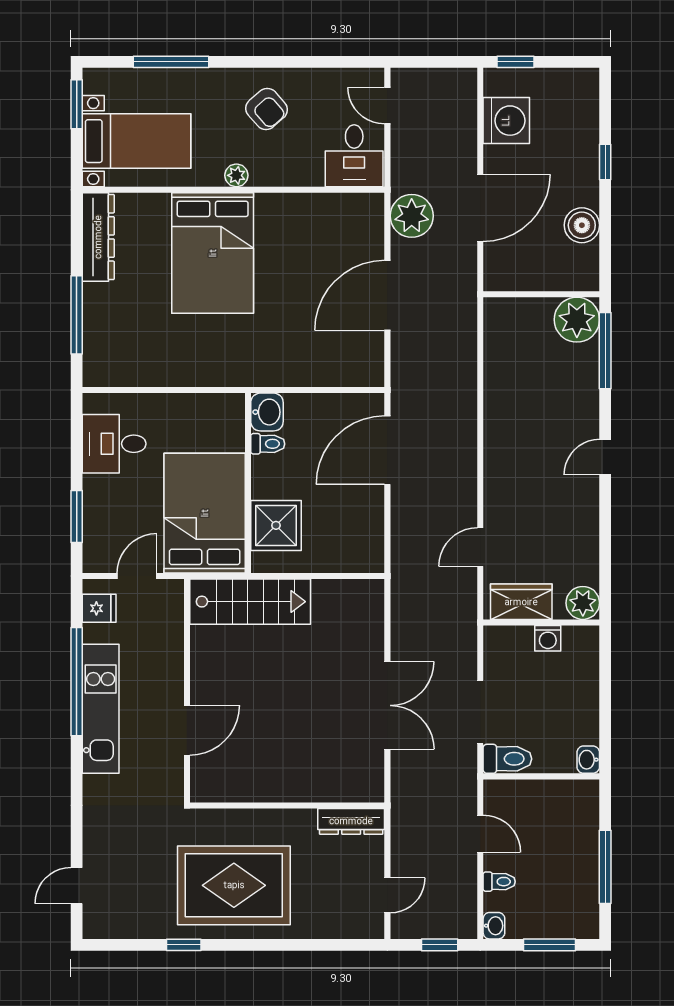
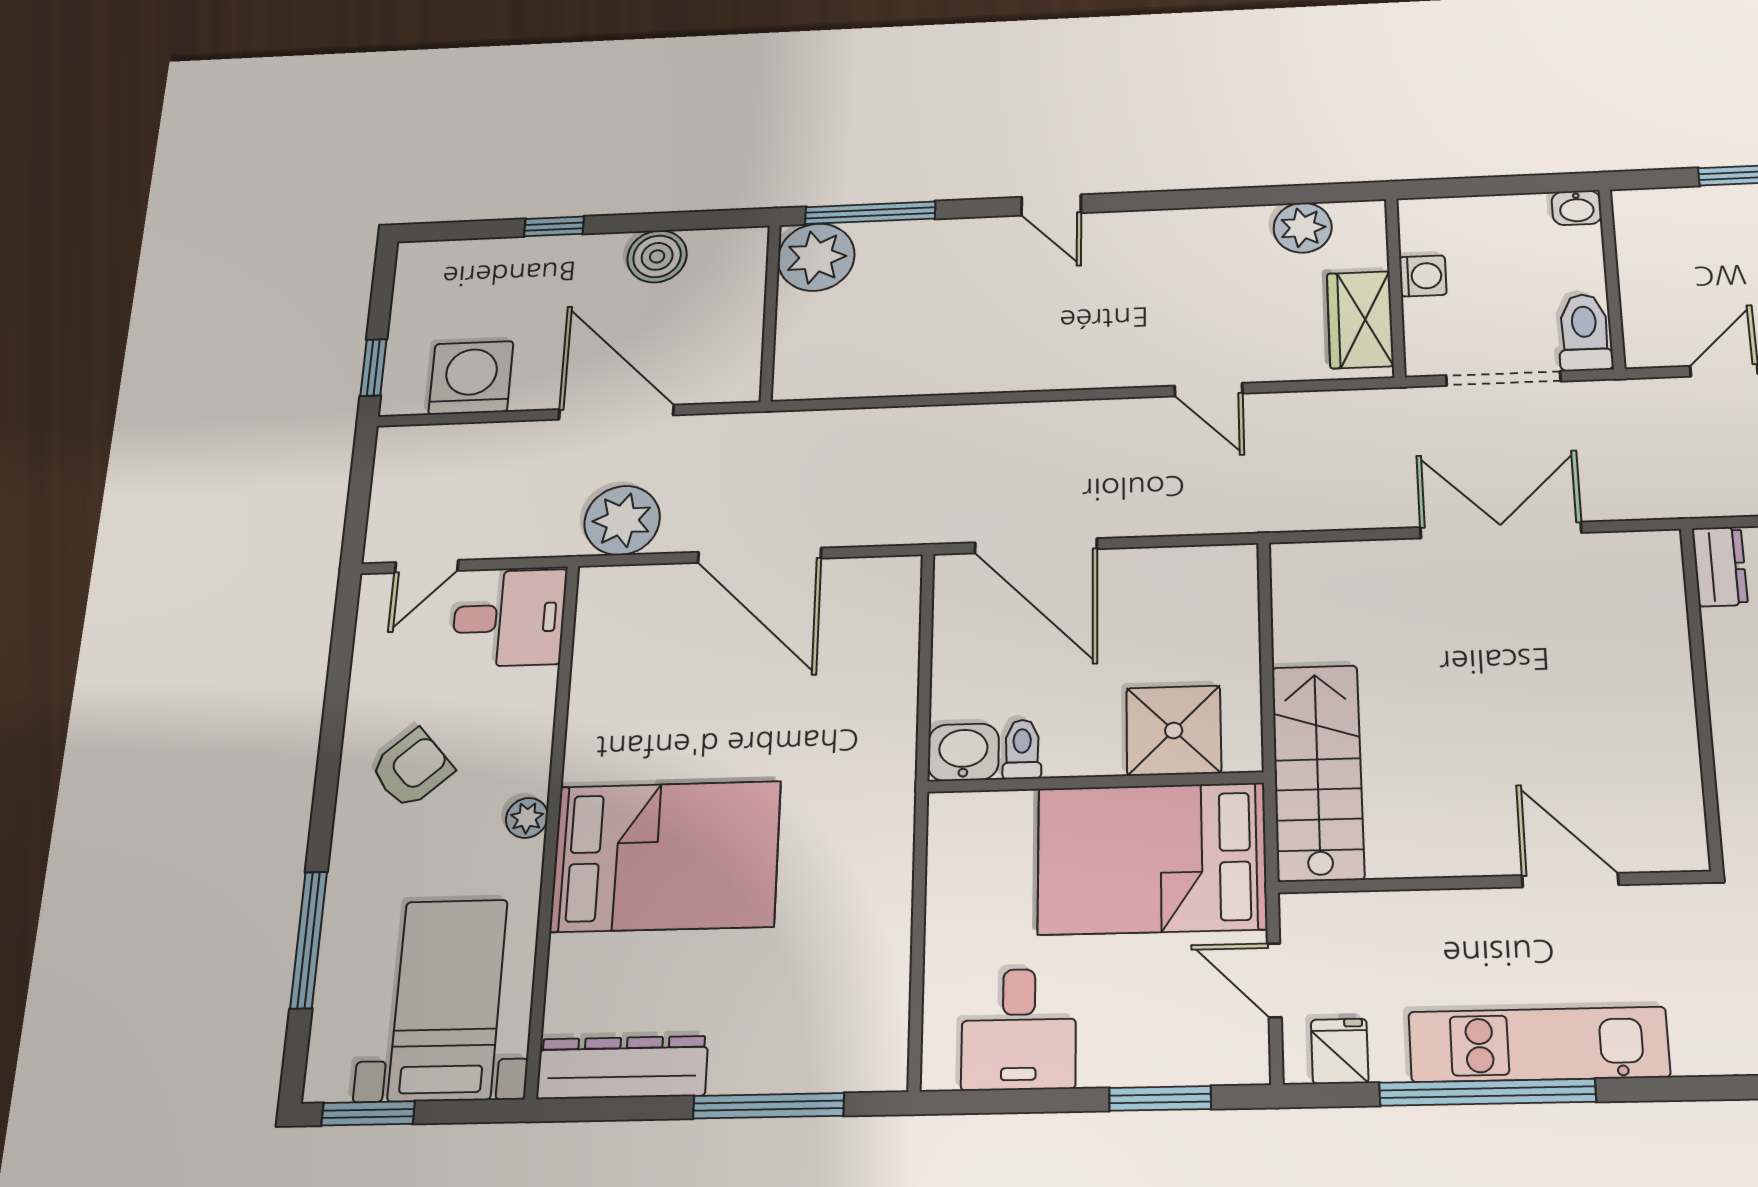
wardrobe: (521, 602) -> (1360, 320), moved
wall: (541, 622) -> (1395, 287), moved
washing machine: (548, 638) -> (1423, 276), moved
dresser: (351, 821) -> (1720, 567), width x0.70

